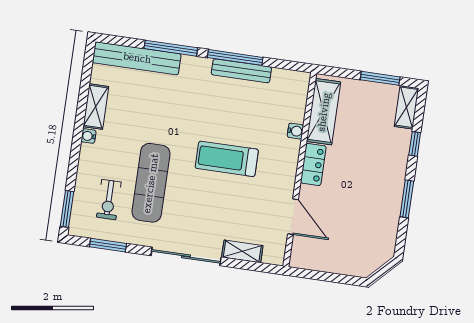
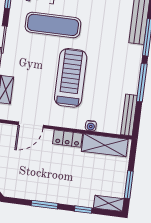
bench: (241, 71) -> (129, 115), moved
treadmill: (227, 159) -> (71, 78), width x1.37, depth x1.38

